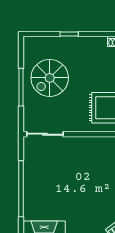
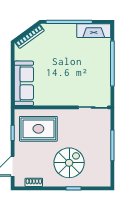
spiral stairs: (50, 78) -> (69, 163), moved

